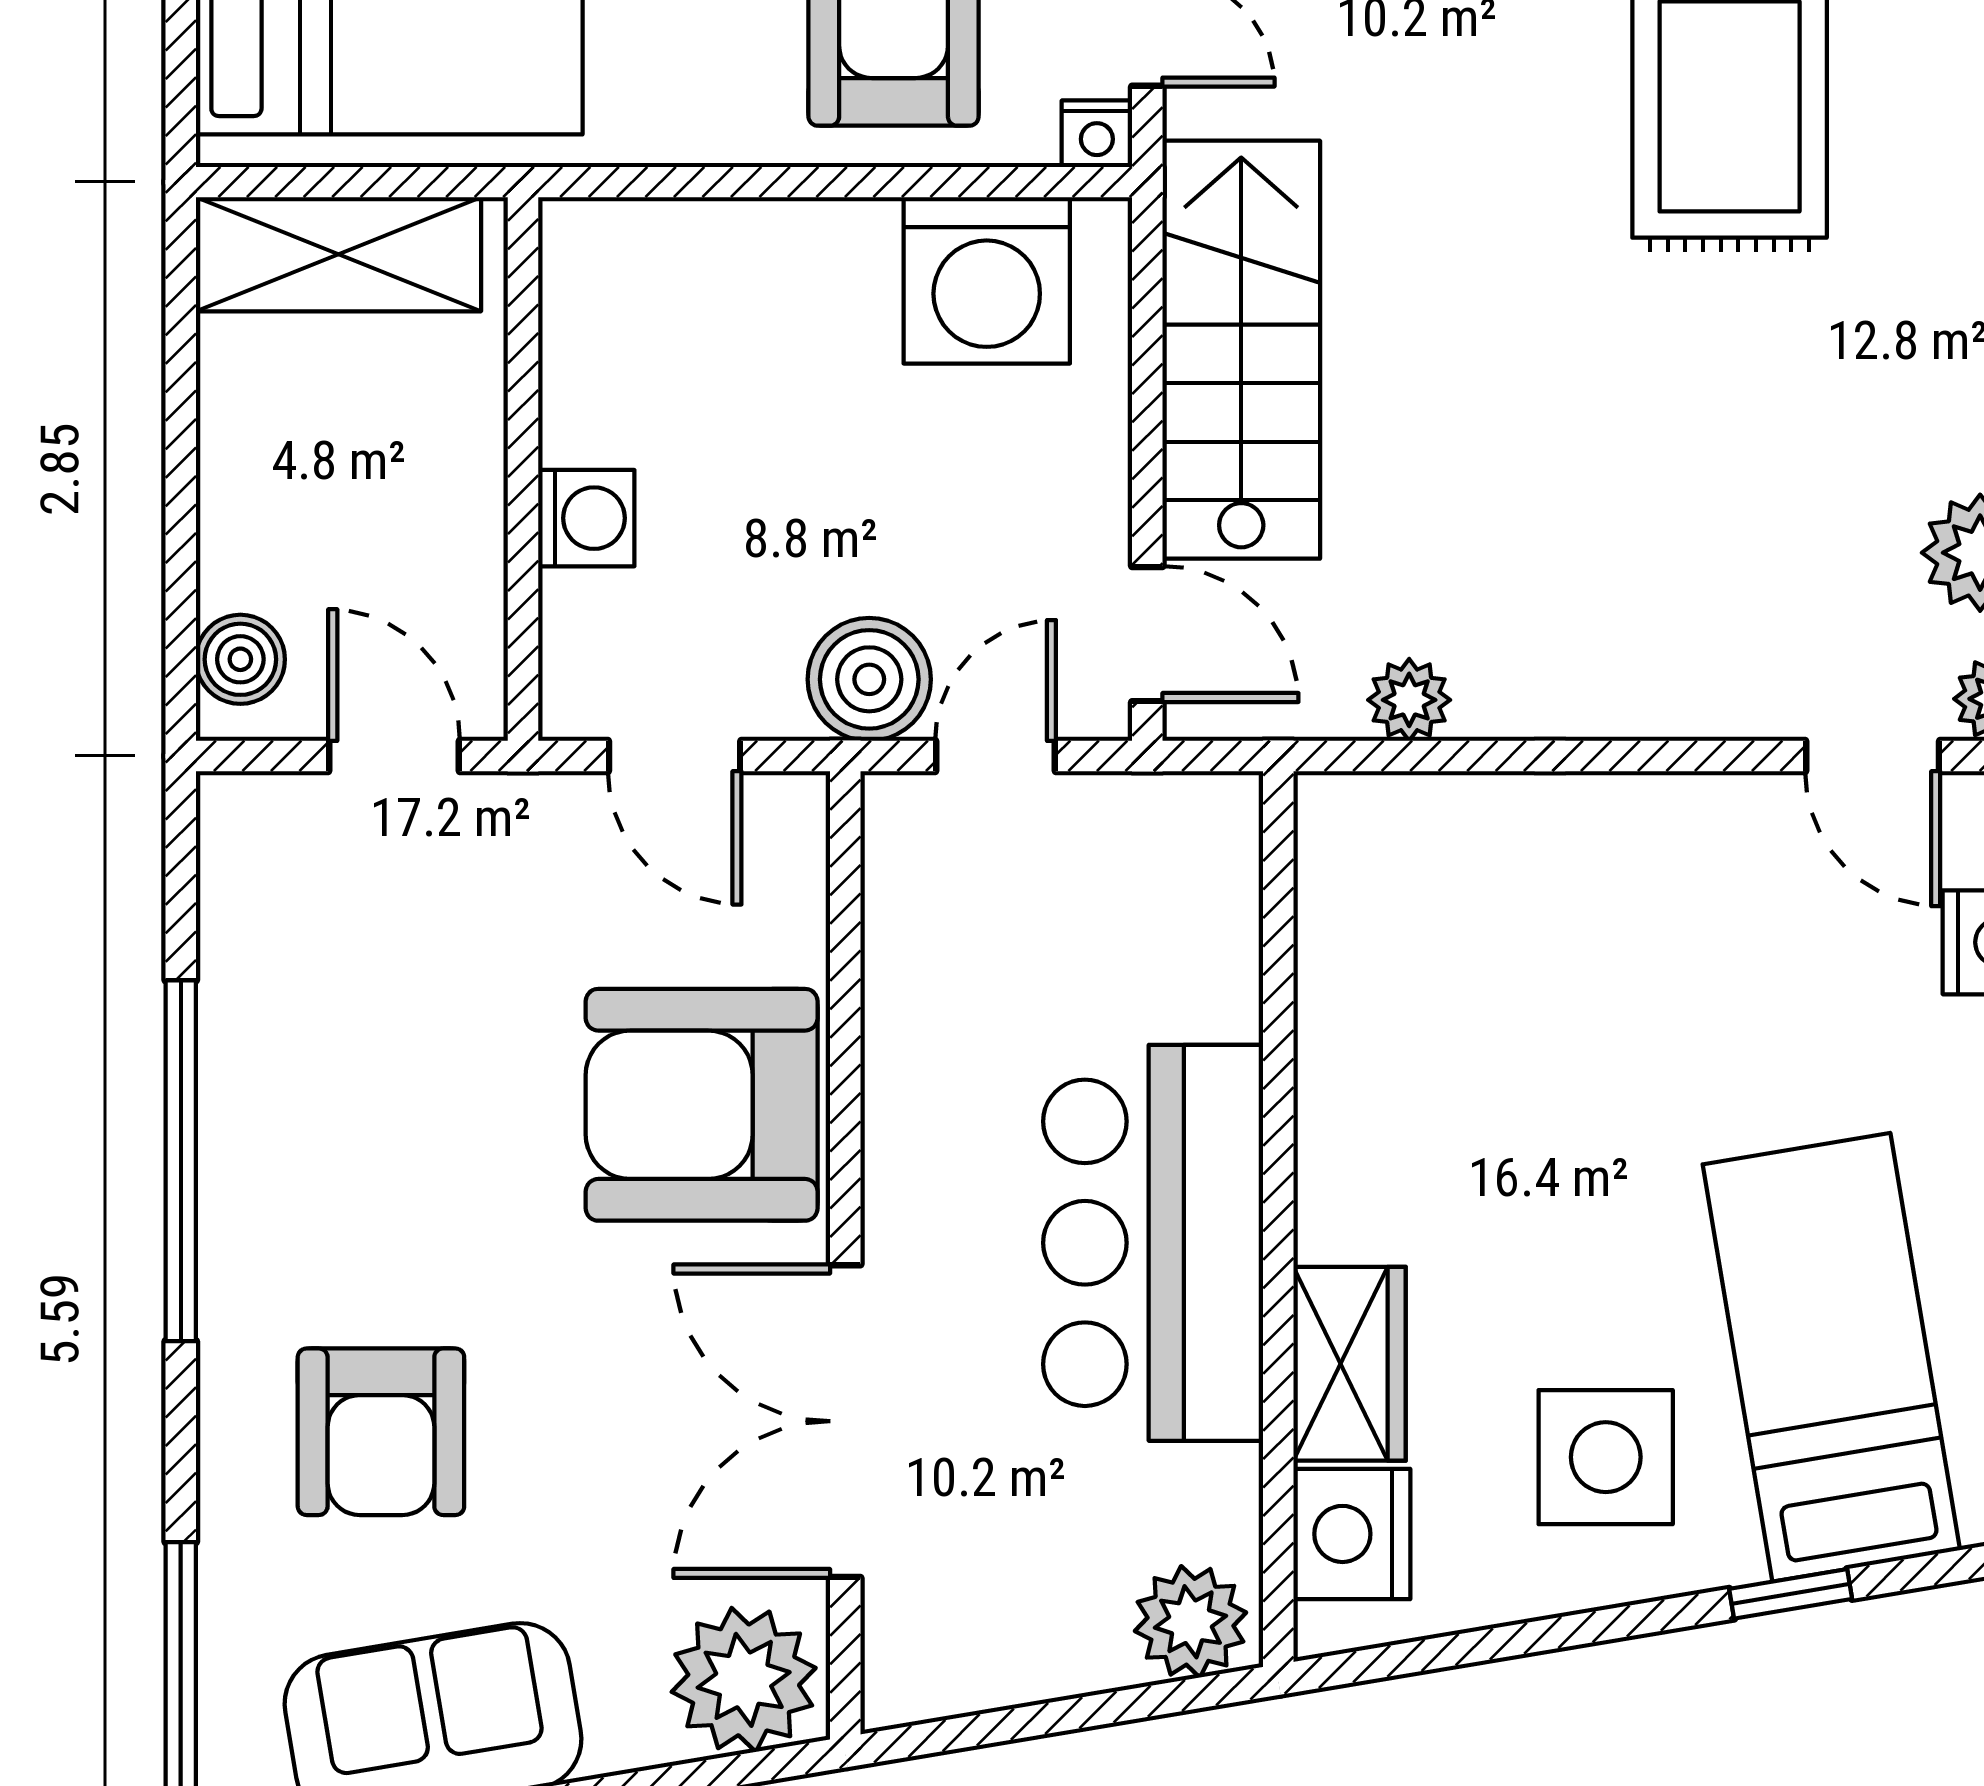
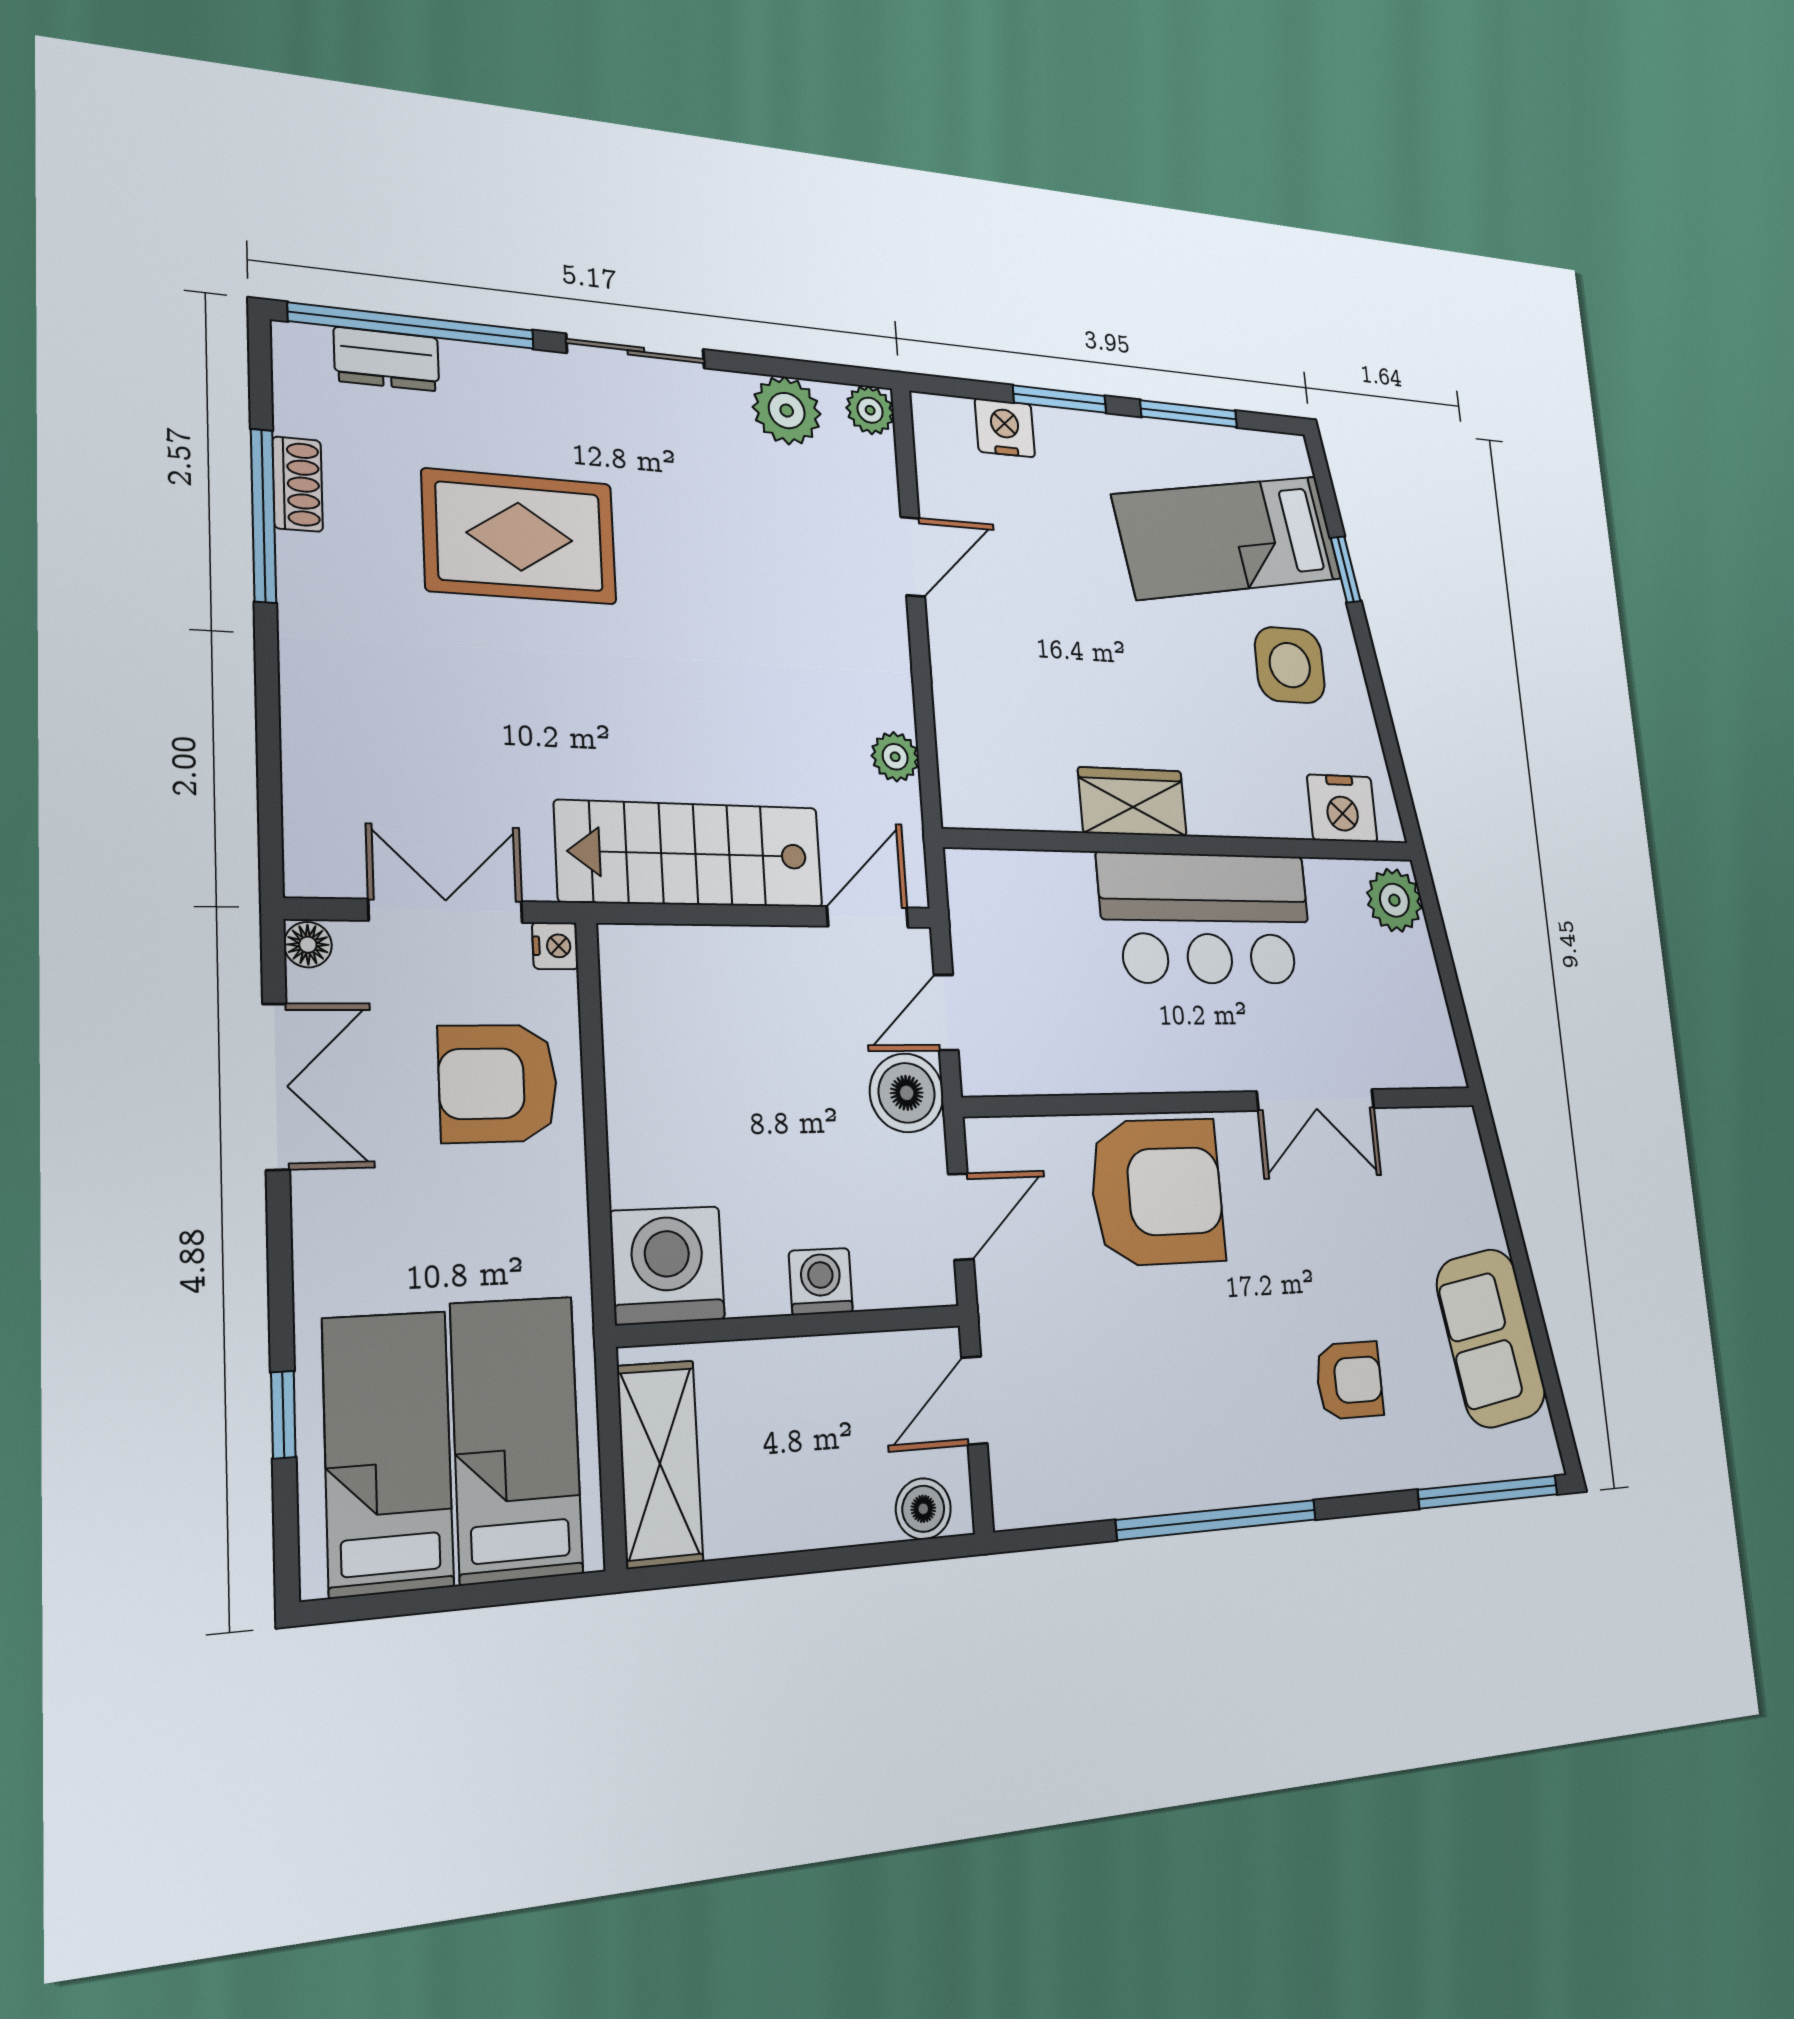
washing machine: (987, 280) -> (667, 1265), moved, turned -90
door: (996, 756) -> (946, 1012), hinge flipped
door: (1873, 756) -> (913, 557), moved
armchair: (702, 1105) -> (1157, 1192), turned -90
wardrobe: (1350, 1364) -> (1132, 802), moved
double door: (845, 1421) -> (1316, 1100), width x0.73
armchair: (381, 1432) -> (1349, 1380), width x0.72, depth x0.72
plant: (744, 1680) -> (1450, 1156), removed

